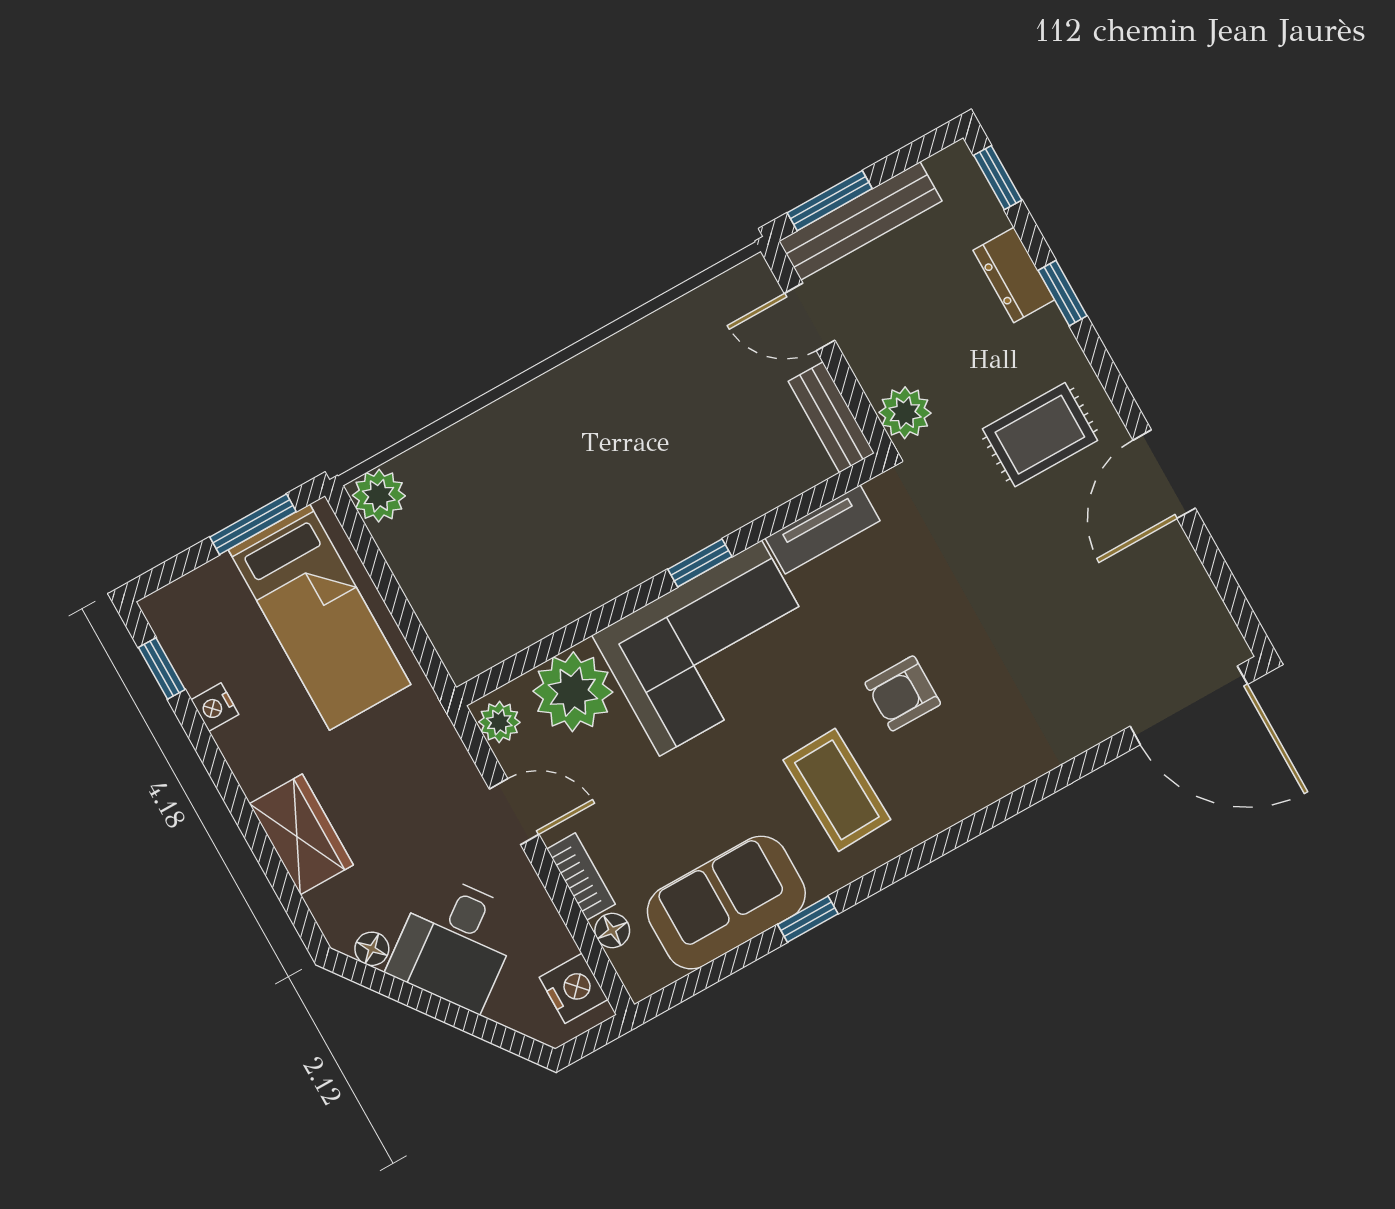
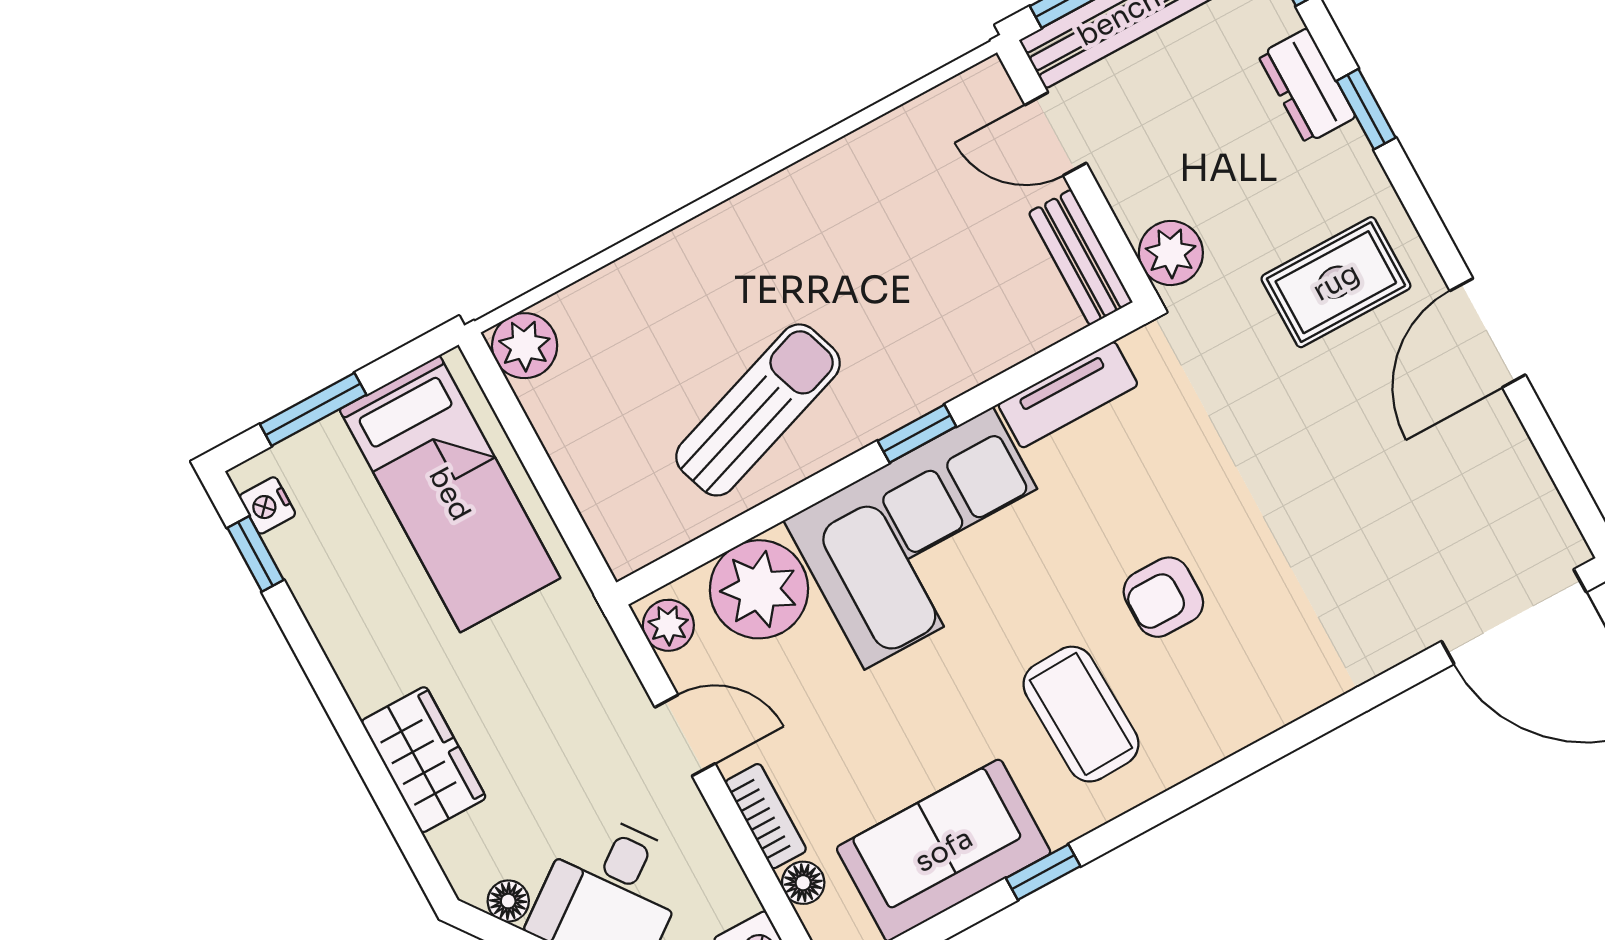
window: (253, 524) -> (313, 409), moved
sun lounger: (570, 545) -> (758, 410), added
nightstand: (215, 707) -> (267, 505), moved

